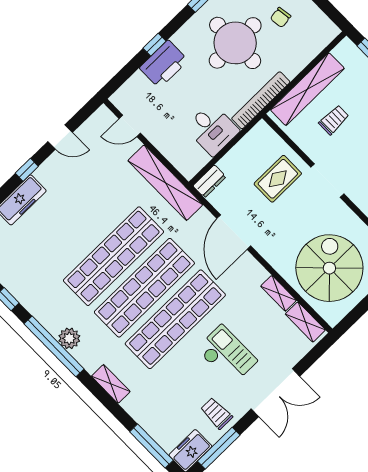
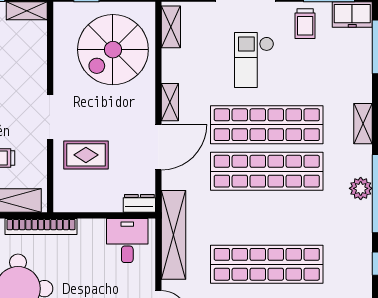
desk: (212, 129) -> (127, 241), moved
shop shelf: (114, 256) -> (267, 264), moved
shelving: (279, 293) -> (170, 102), moved

